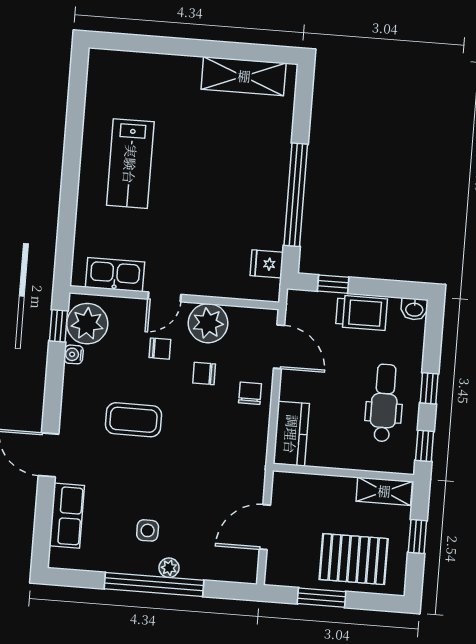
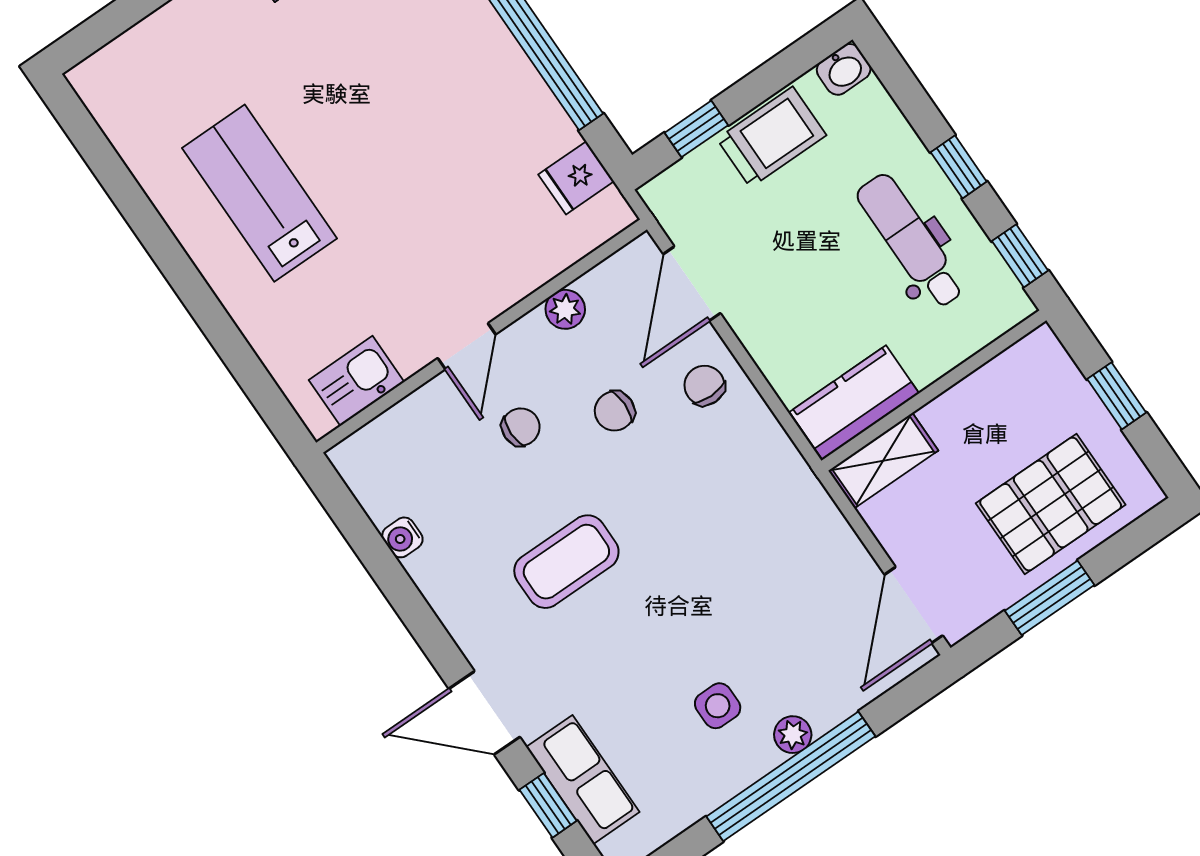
lab bench: (130, 164) -> (260, 193), turned 180
kitchen sink: (115, 275) -> (356, 381), width x0.73
plant: (208, 323) -> (565, 309), width x0.53, depth x0.53
plant: (87, 324) -> (386, 477), removed
window: (59, 326) -> (548, 805), moved
door: (279, 347) -> (692, 284), swing flipped
kitchen counter: (291, 434) -> (854, 403), moved, turned -90
shelving: (384, 491) -> (883, 461), moved
door: (265, 527) -> (914, 605), moved

